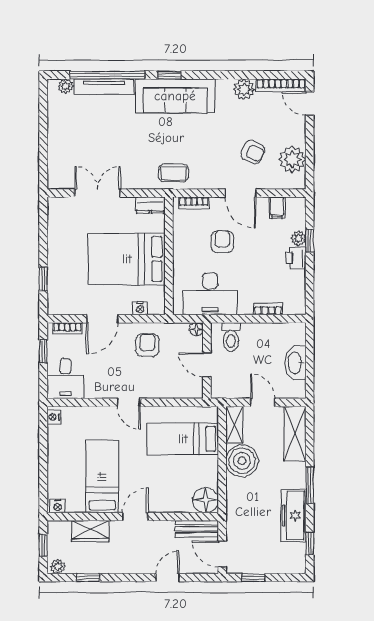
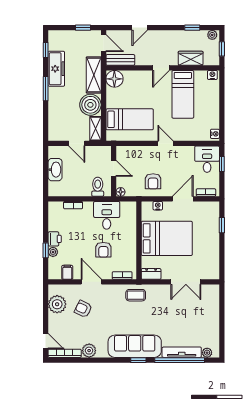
desk: (210, 294) -> (107, 215), width x0.73
window: (43, 351) -> (222, 164), moved
shelving: (295, 434) -> (94, 75), moved

